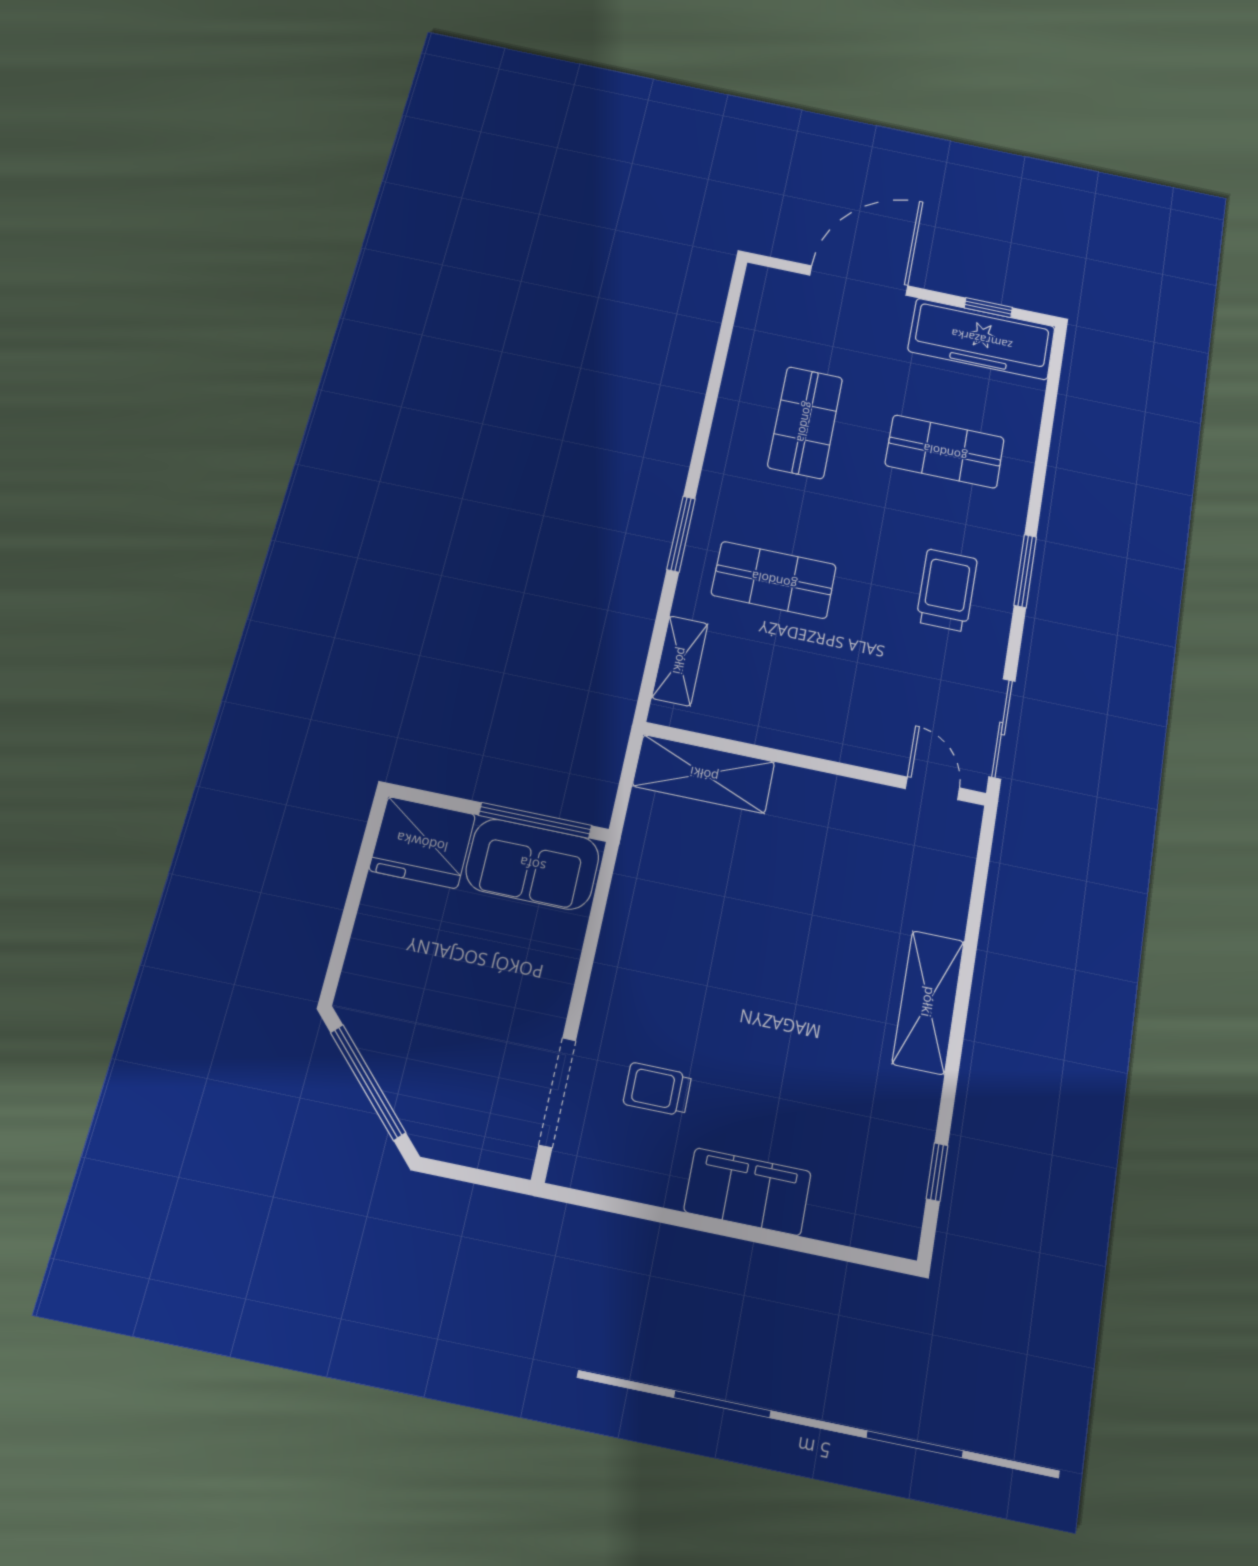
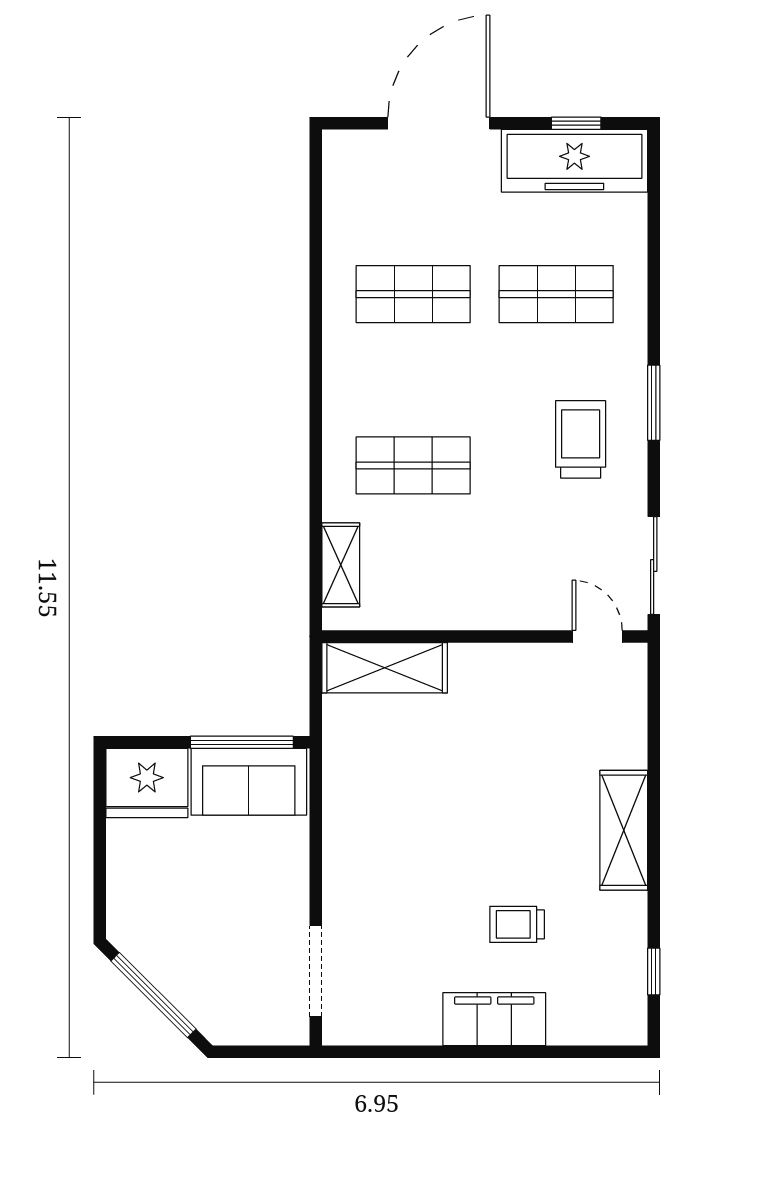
shop shelf: (805, 422) -> (413, 294), turned 90
window: (681, 534) -> (316, 439), removed
trolley: (657, 1089) -> (517, 924), moved

